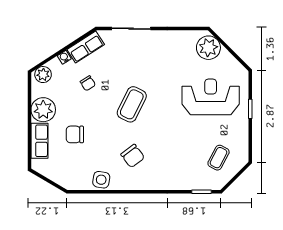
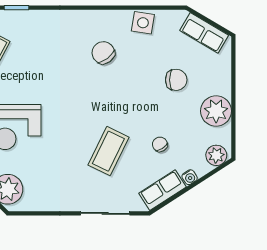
coffee table: (132, 104) -> (108, 151), moved
row of seats: (40, 141) -> (204, 33), moved, turned -59

